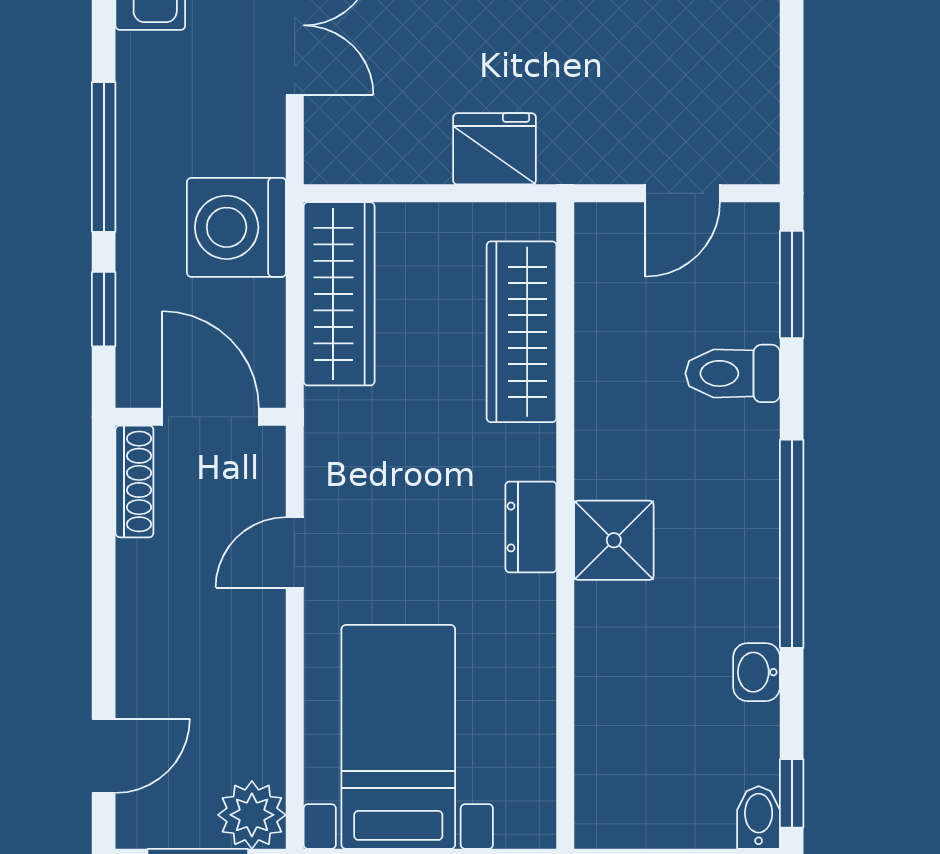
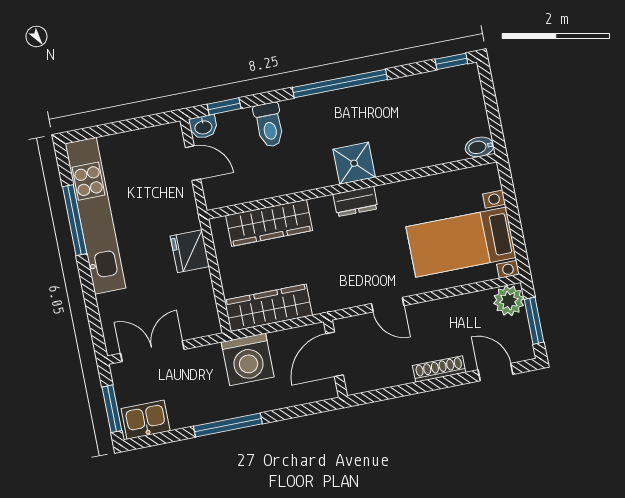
window: (792, 284) -> (224, 106), width x0.67
window: (104, 309) -> (296, 412), removed
shoe rack: (134, 481) -> (439, 369), moved
washbasin: (757, 672) -> (203, 127), moved
bidet: (759, 817) -> (480, 147), moved

